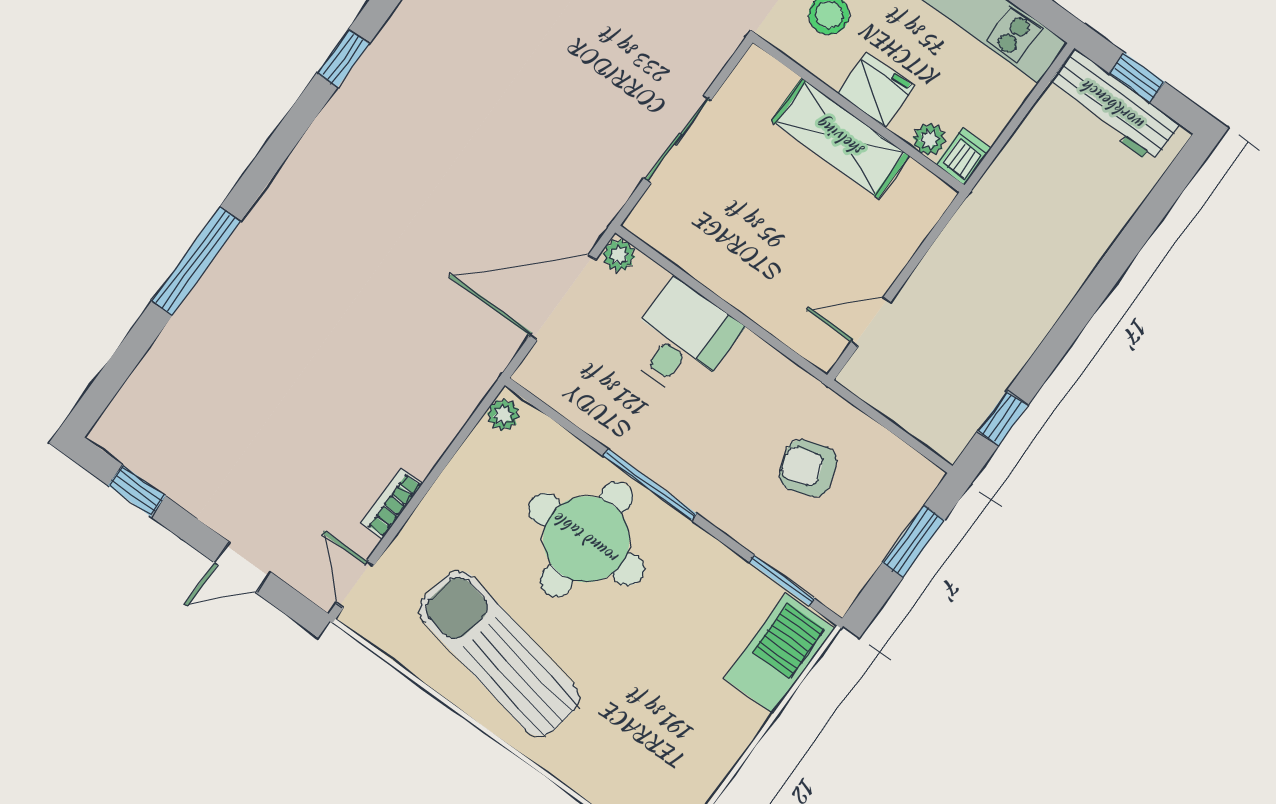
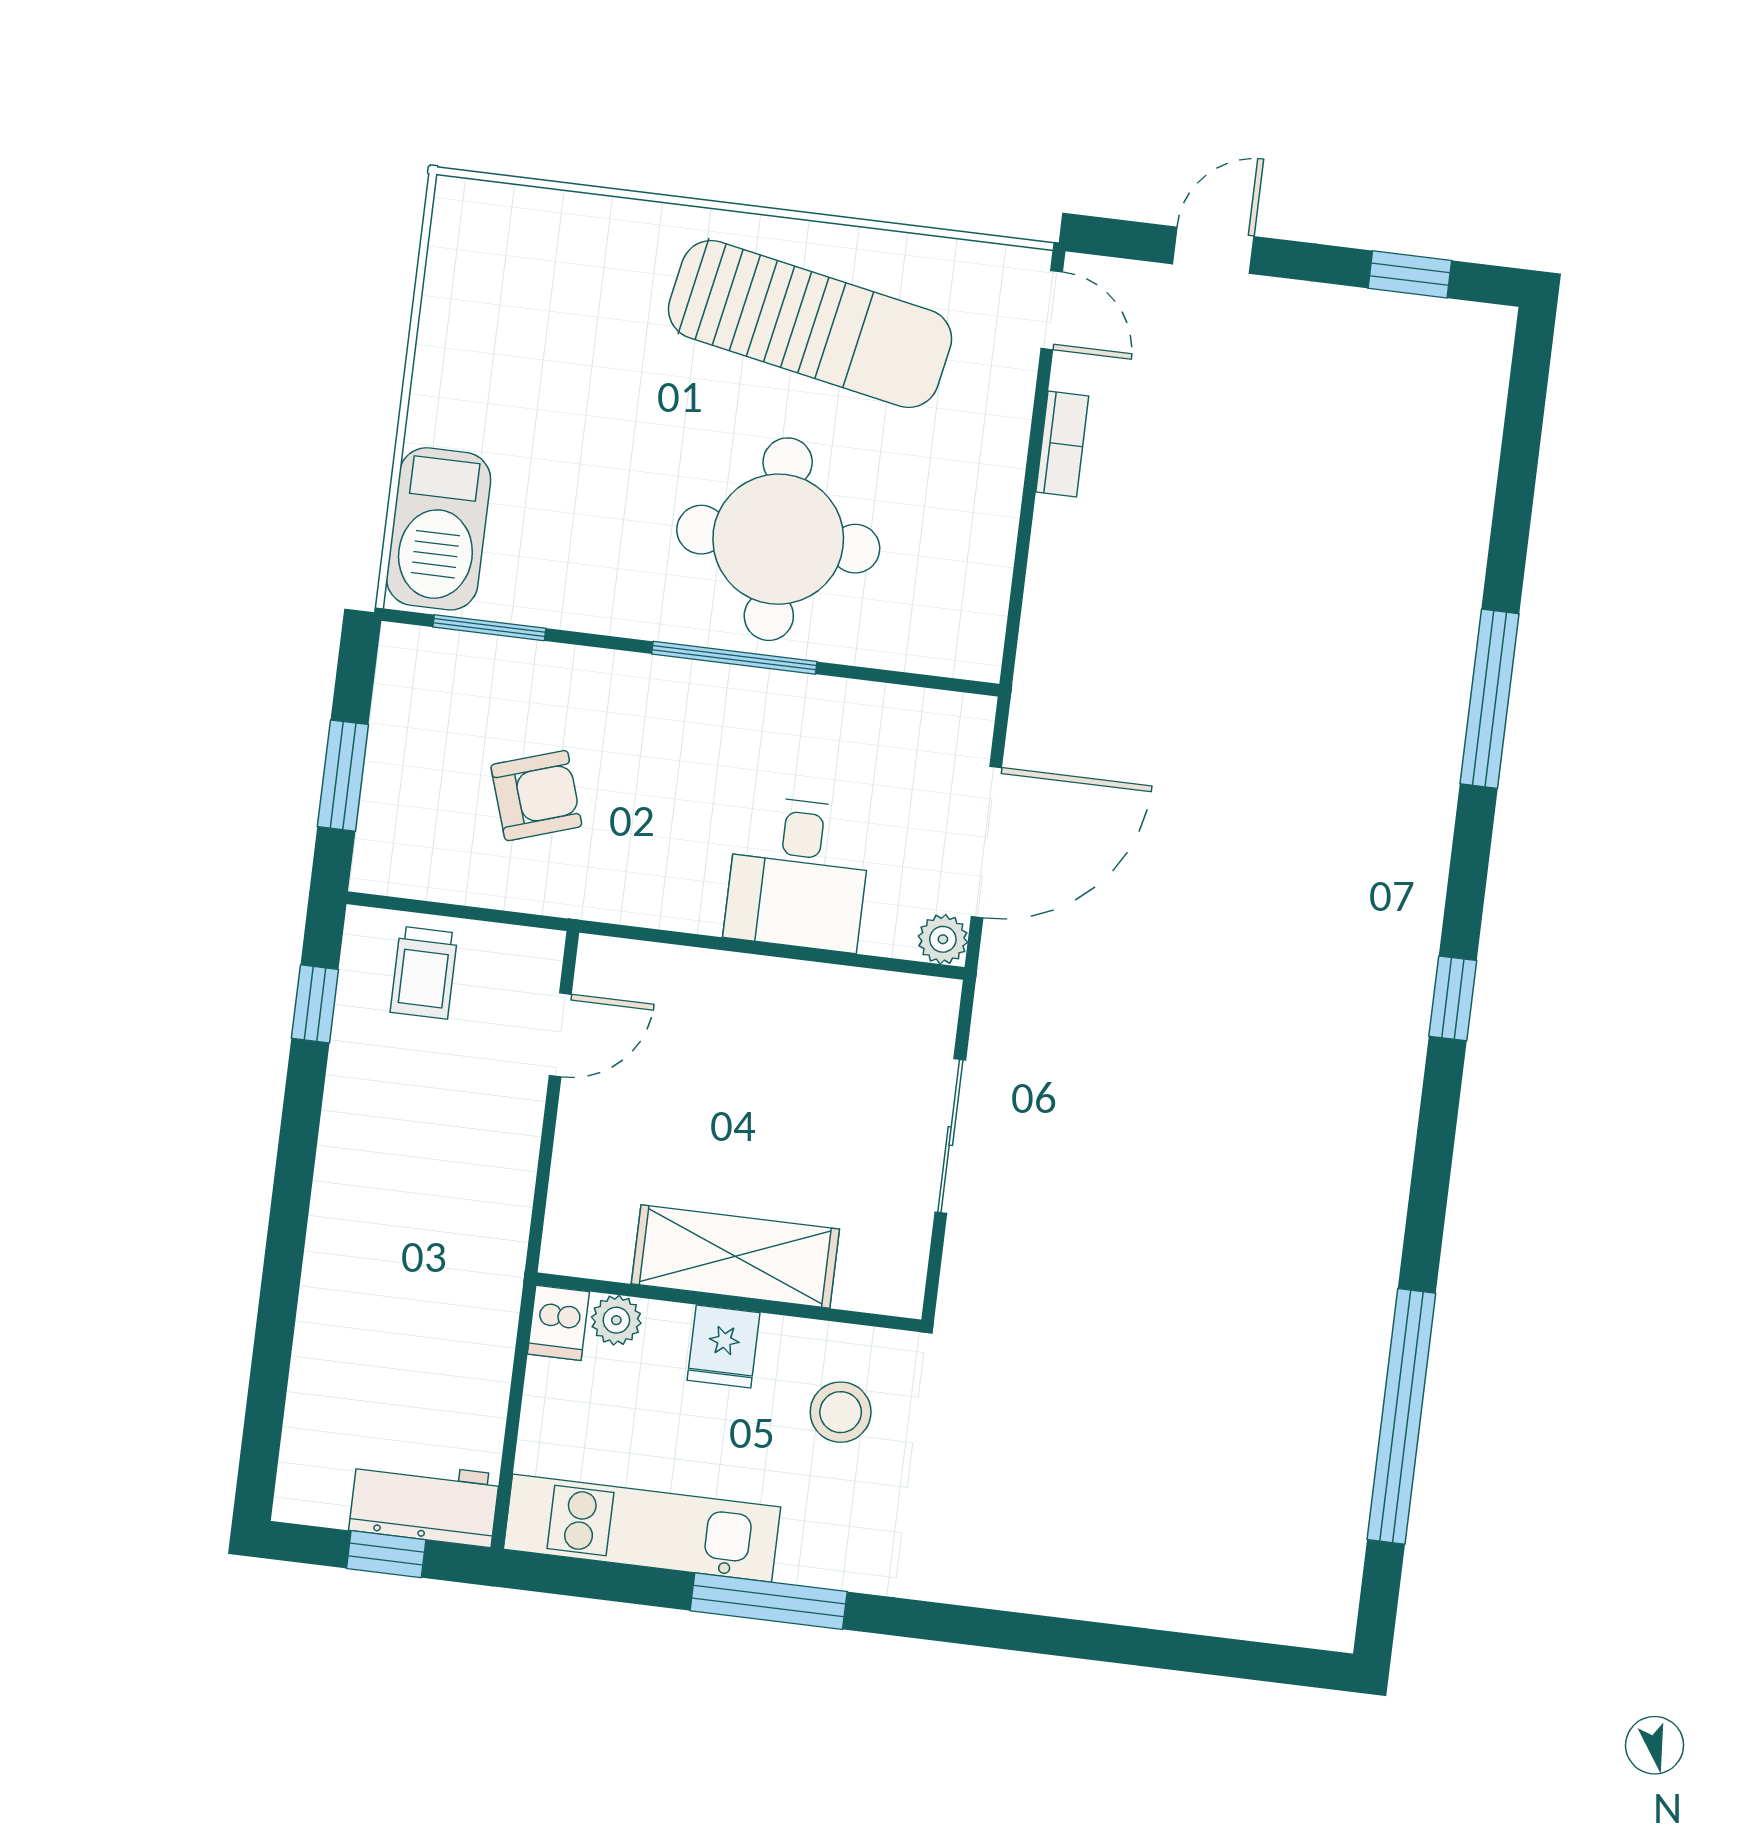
fridge: (876, 90) -> (724, 1346), width x0.72
workbench: (1113, 106) -> (424, 1502), width x0.73
window: (196, 261) -> (1490, 699), moved
trolley: (929, 402) -> (424, 973), added
plant: (503, 415) -> (979, 643), removed

